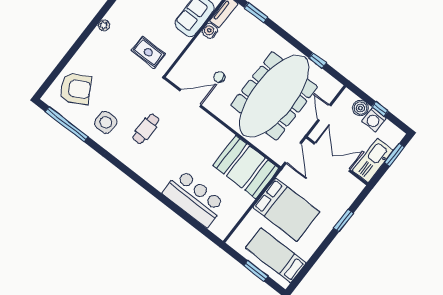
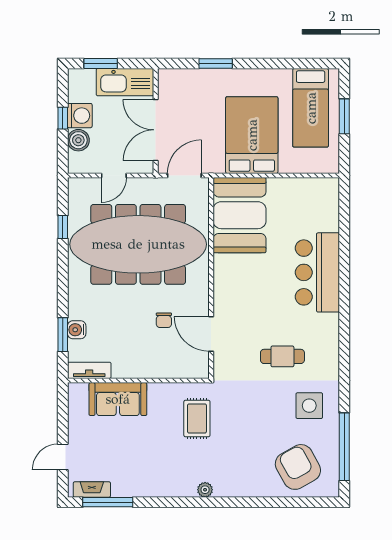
water cooler: (210, 31) -> (77, 330), moved, turned 90
bar counter: (194, 198) -> (317, 272), moved

